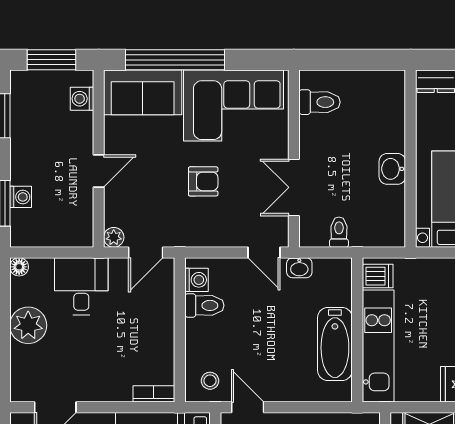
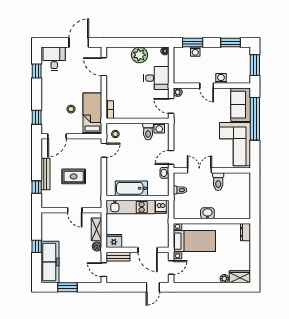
washing machine: (82, 99) -> (221, 78), moved
toilet: (320, 102) -> (218, 182), moved
armchair: (203, 181) -> (202, 131), removed

